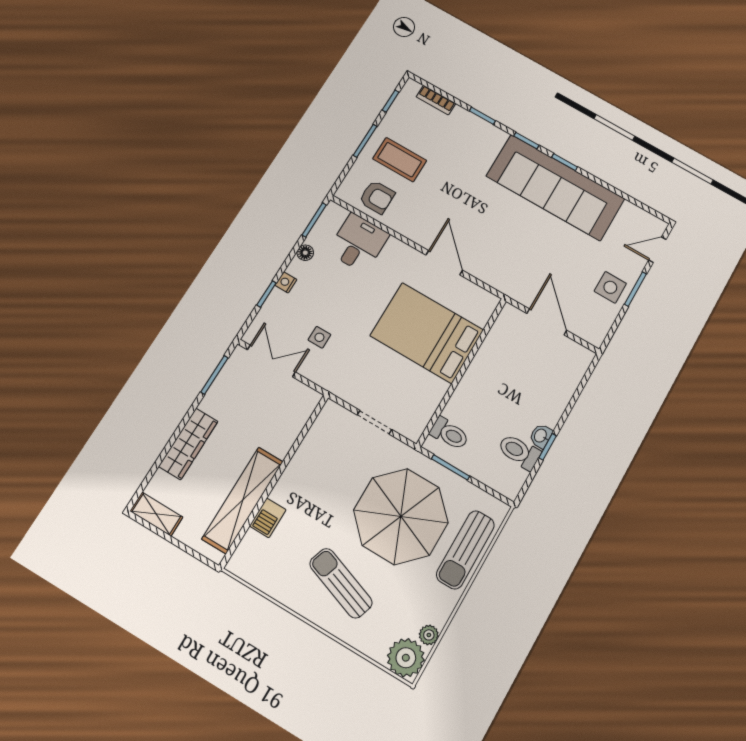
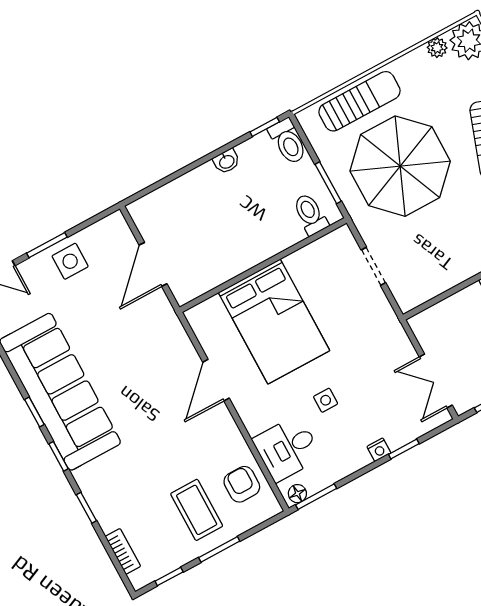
floor lamp: (305, 253) -> (297, 494), moved
side table: (319, 337) -> (326, 400), moved
window: (548, 447) -> (265, 127), moved
toilet: (519, 452) -> (288, 142), moved

